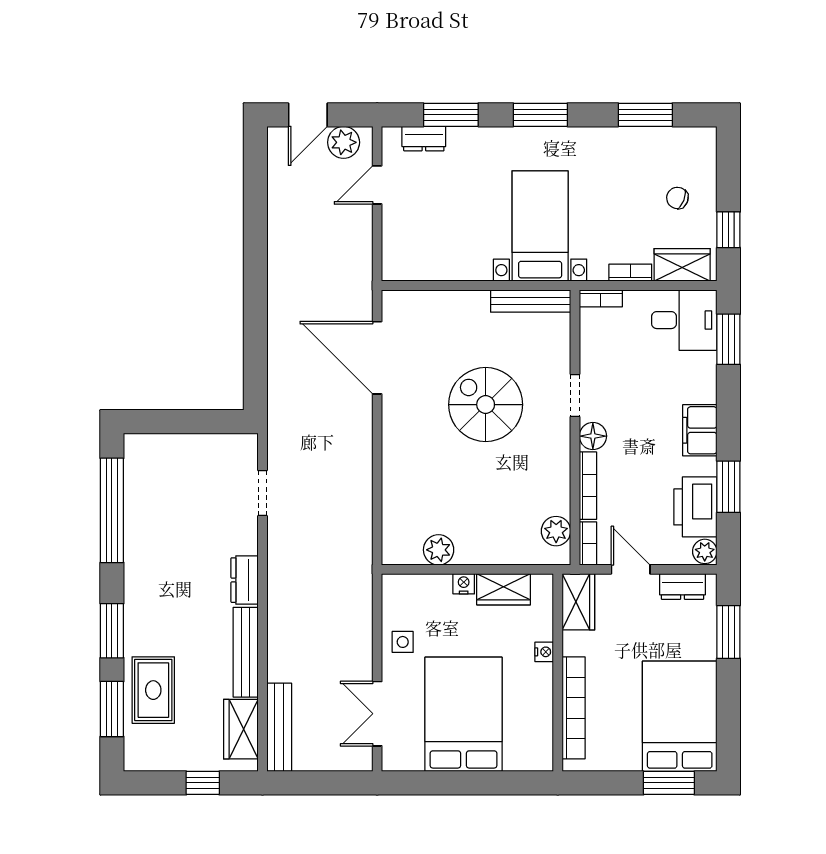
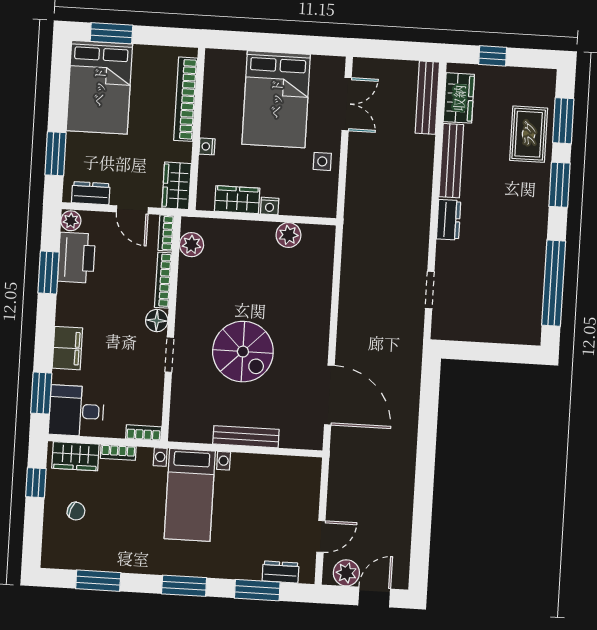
bench: (531, 301) -> (246, 437), moved
filing cabinet: (700, 430) -> (67, 348), moved

